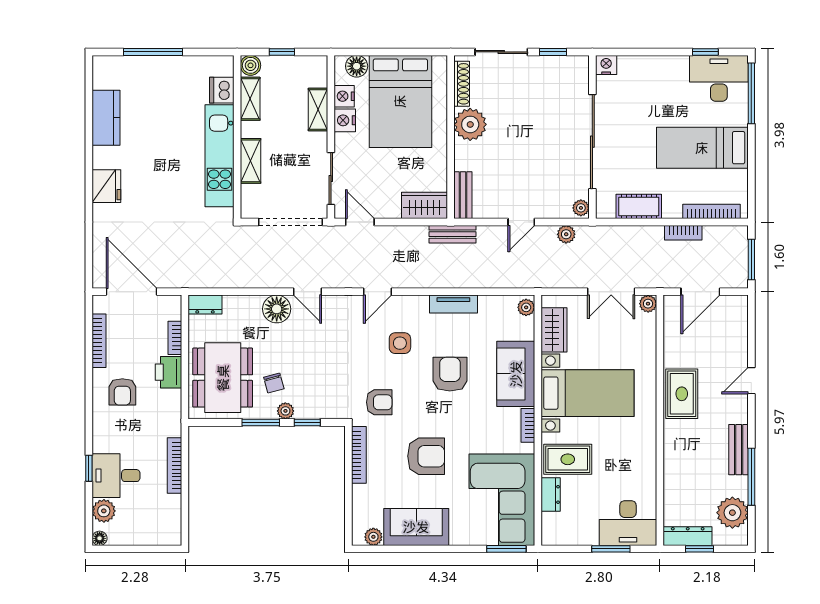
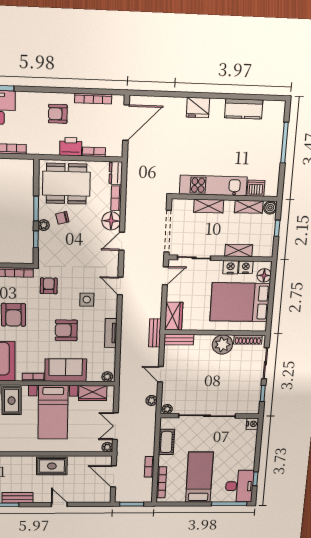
bookcase: (242, 302) -> (116, 198), added
armchair: (450, 374) -> (66, 330), turned 180
armchair: (379, 402) -> (49, 286), turned 180

